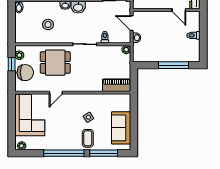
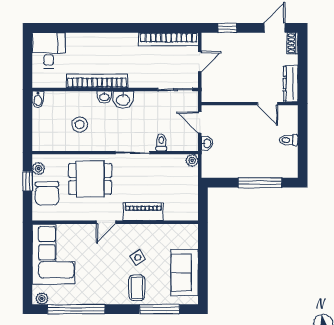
chair: (25, 73) -> (47, 193), turned 90
piano: (117, 85) -> (143, 212), moved
door: (56, 93) -> (106, 222), moved
window: (64, 153) -> (76, 309), moved

